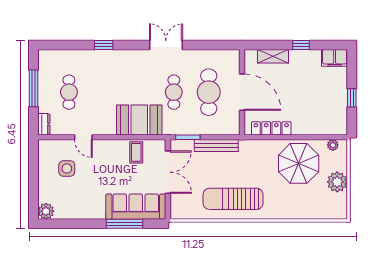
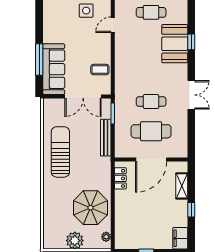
booth: (139, 120) -> (175, 44), moved
locker: (271, 128) -> (120, 178), width x0.66

